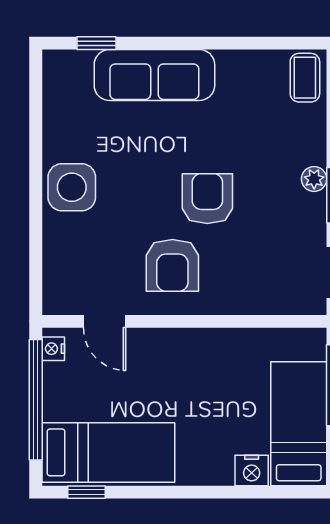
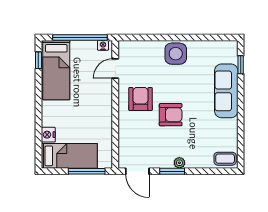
armchair: (172, 265) -> (140, 99), turned 90

